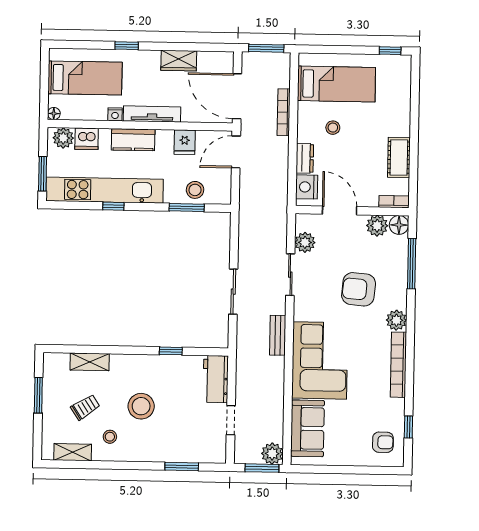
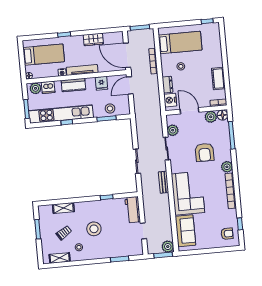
armchair: (359, 289) -> (205, 152), turned -95

